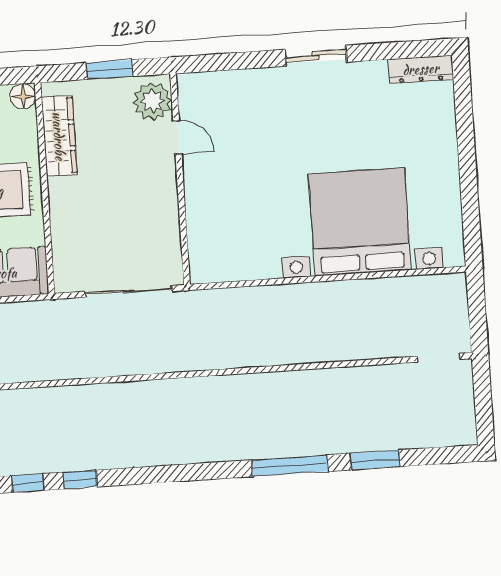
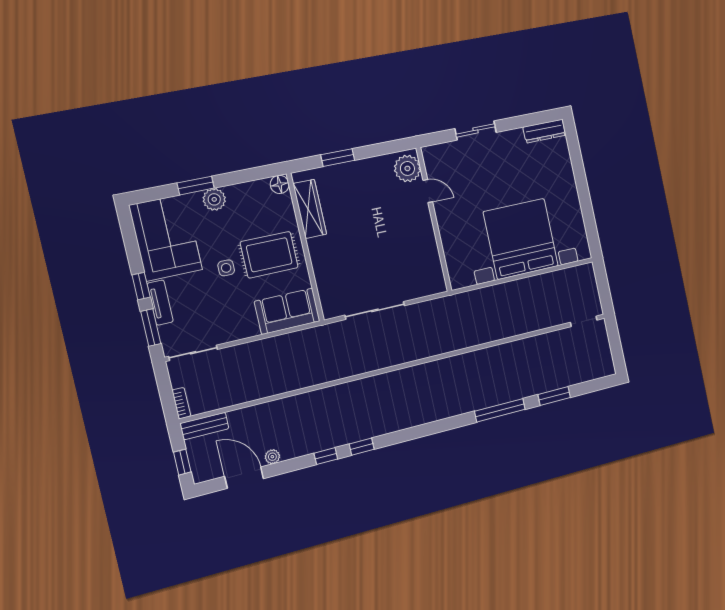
plant: (153, 101) -> (407, 168), moved
door: (177, 137) -> (428, 191), moved
wall: (180, 179) -> (434, 220), moved

